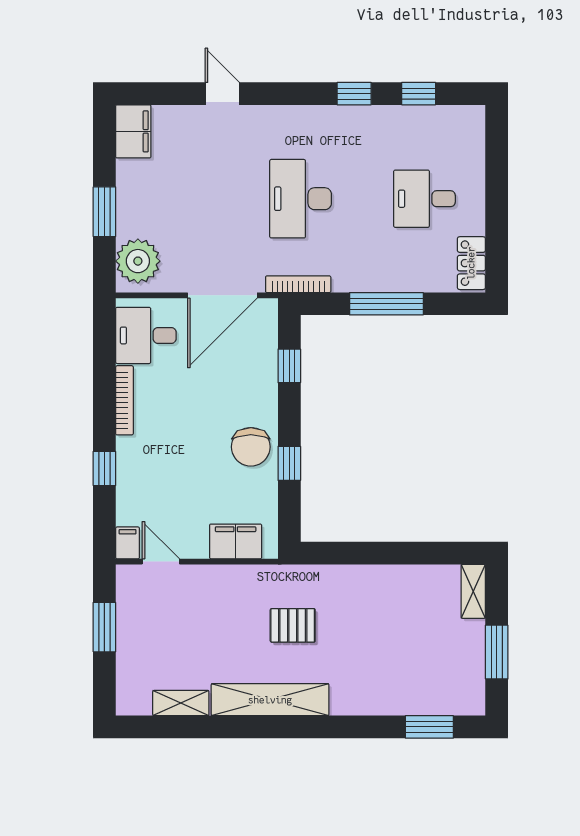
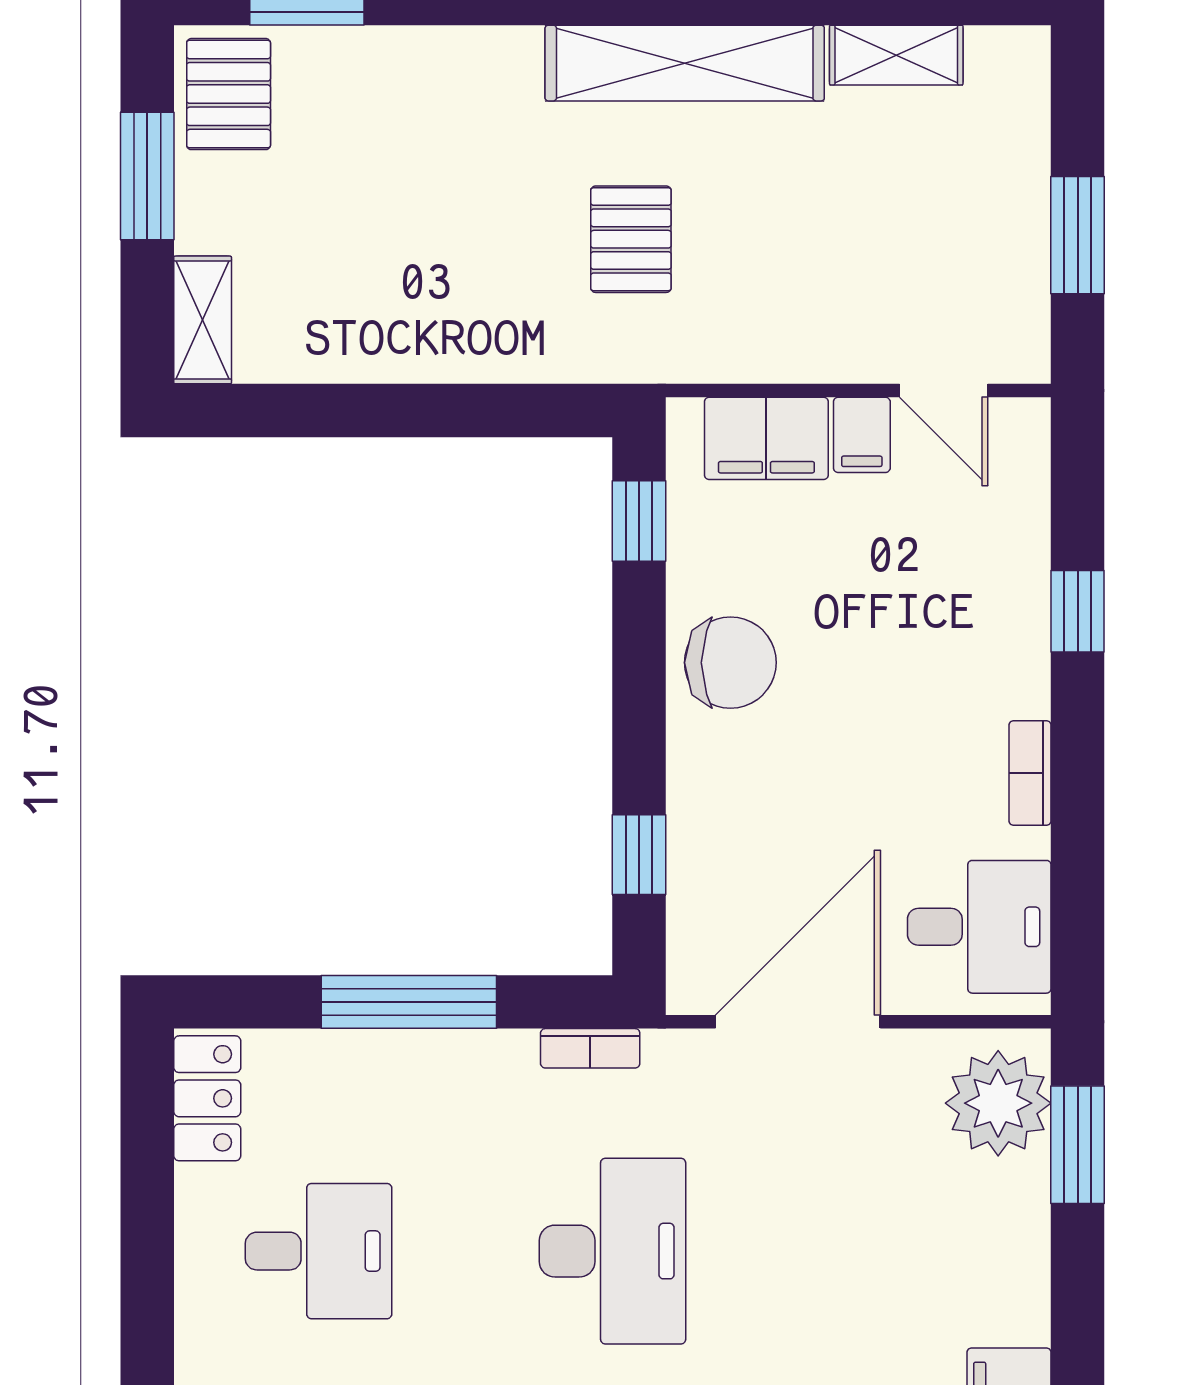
window: (104, 212) -> (1078, 1145), moved
bookcase: (298, 284) -> (590, 1048), width x0.64
bookcase: (124, 400) -> (1030, 773), width x0.64
chair: (251, 447) -> (730, 663), turned 90
window: (289, 463) -> (639, 521), moved
filing cabinet: (128, 543) -> (862, 435), moved
pallet: (293, 625) -> (631, 239), turned 90
pallet: (462, 687) -> (229, 94), added

